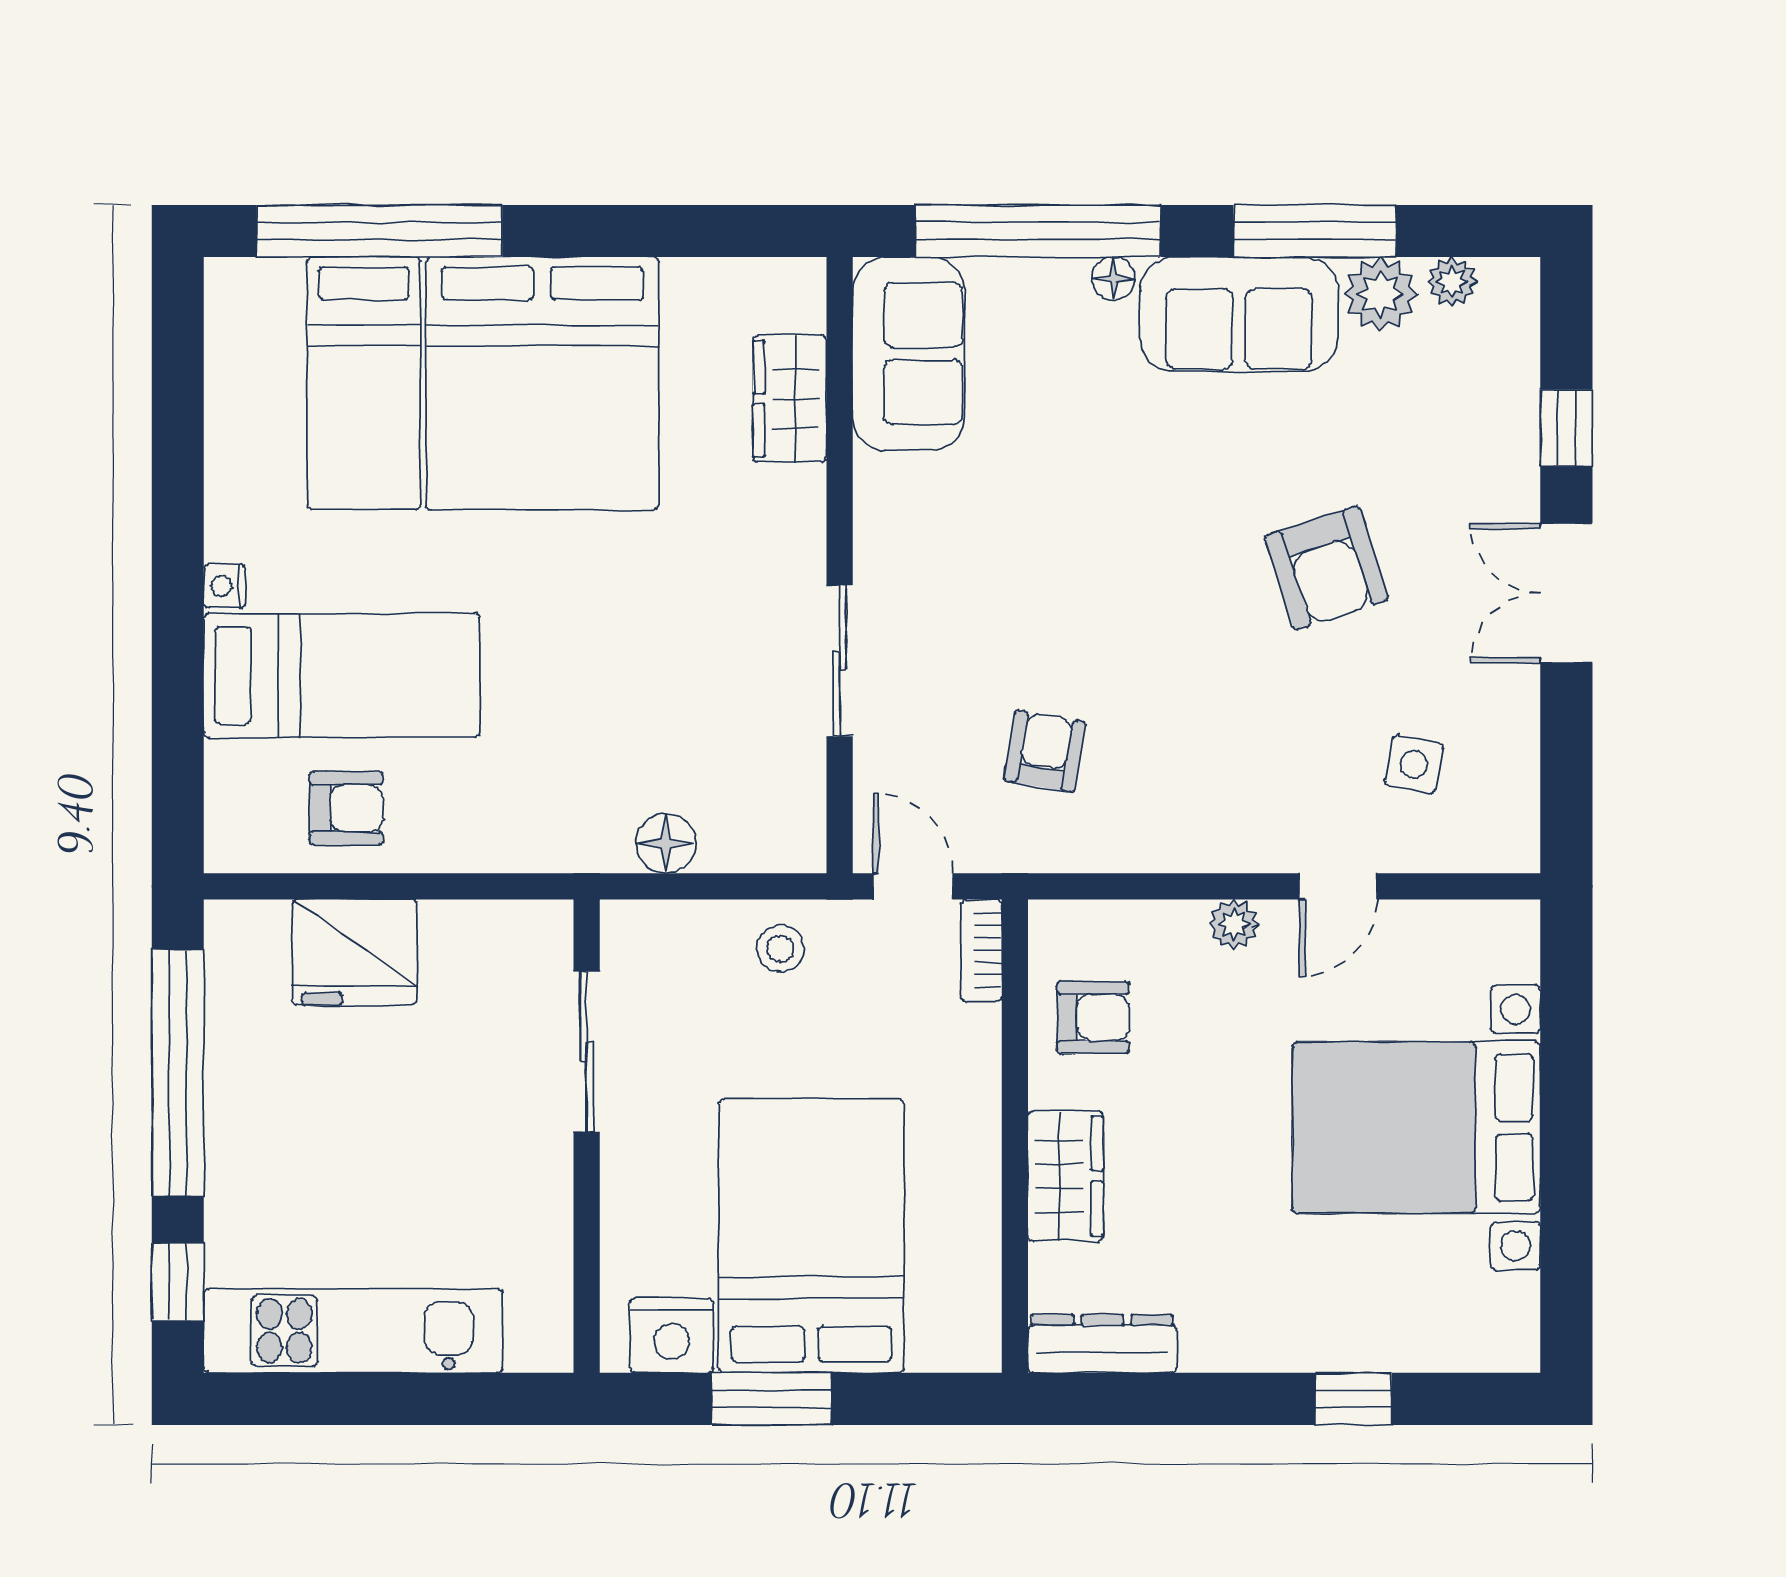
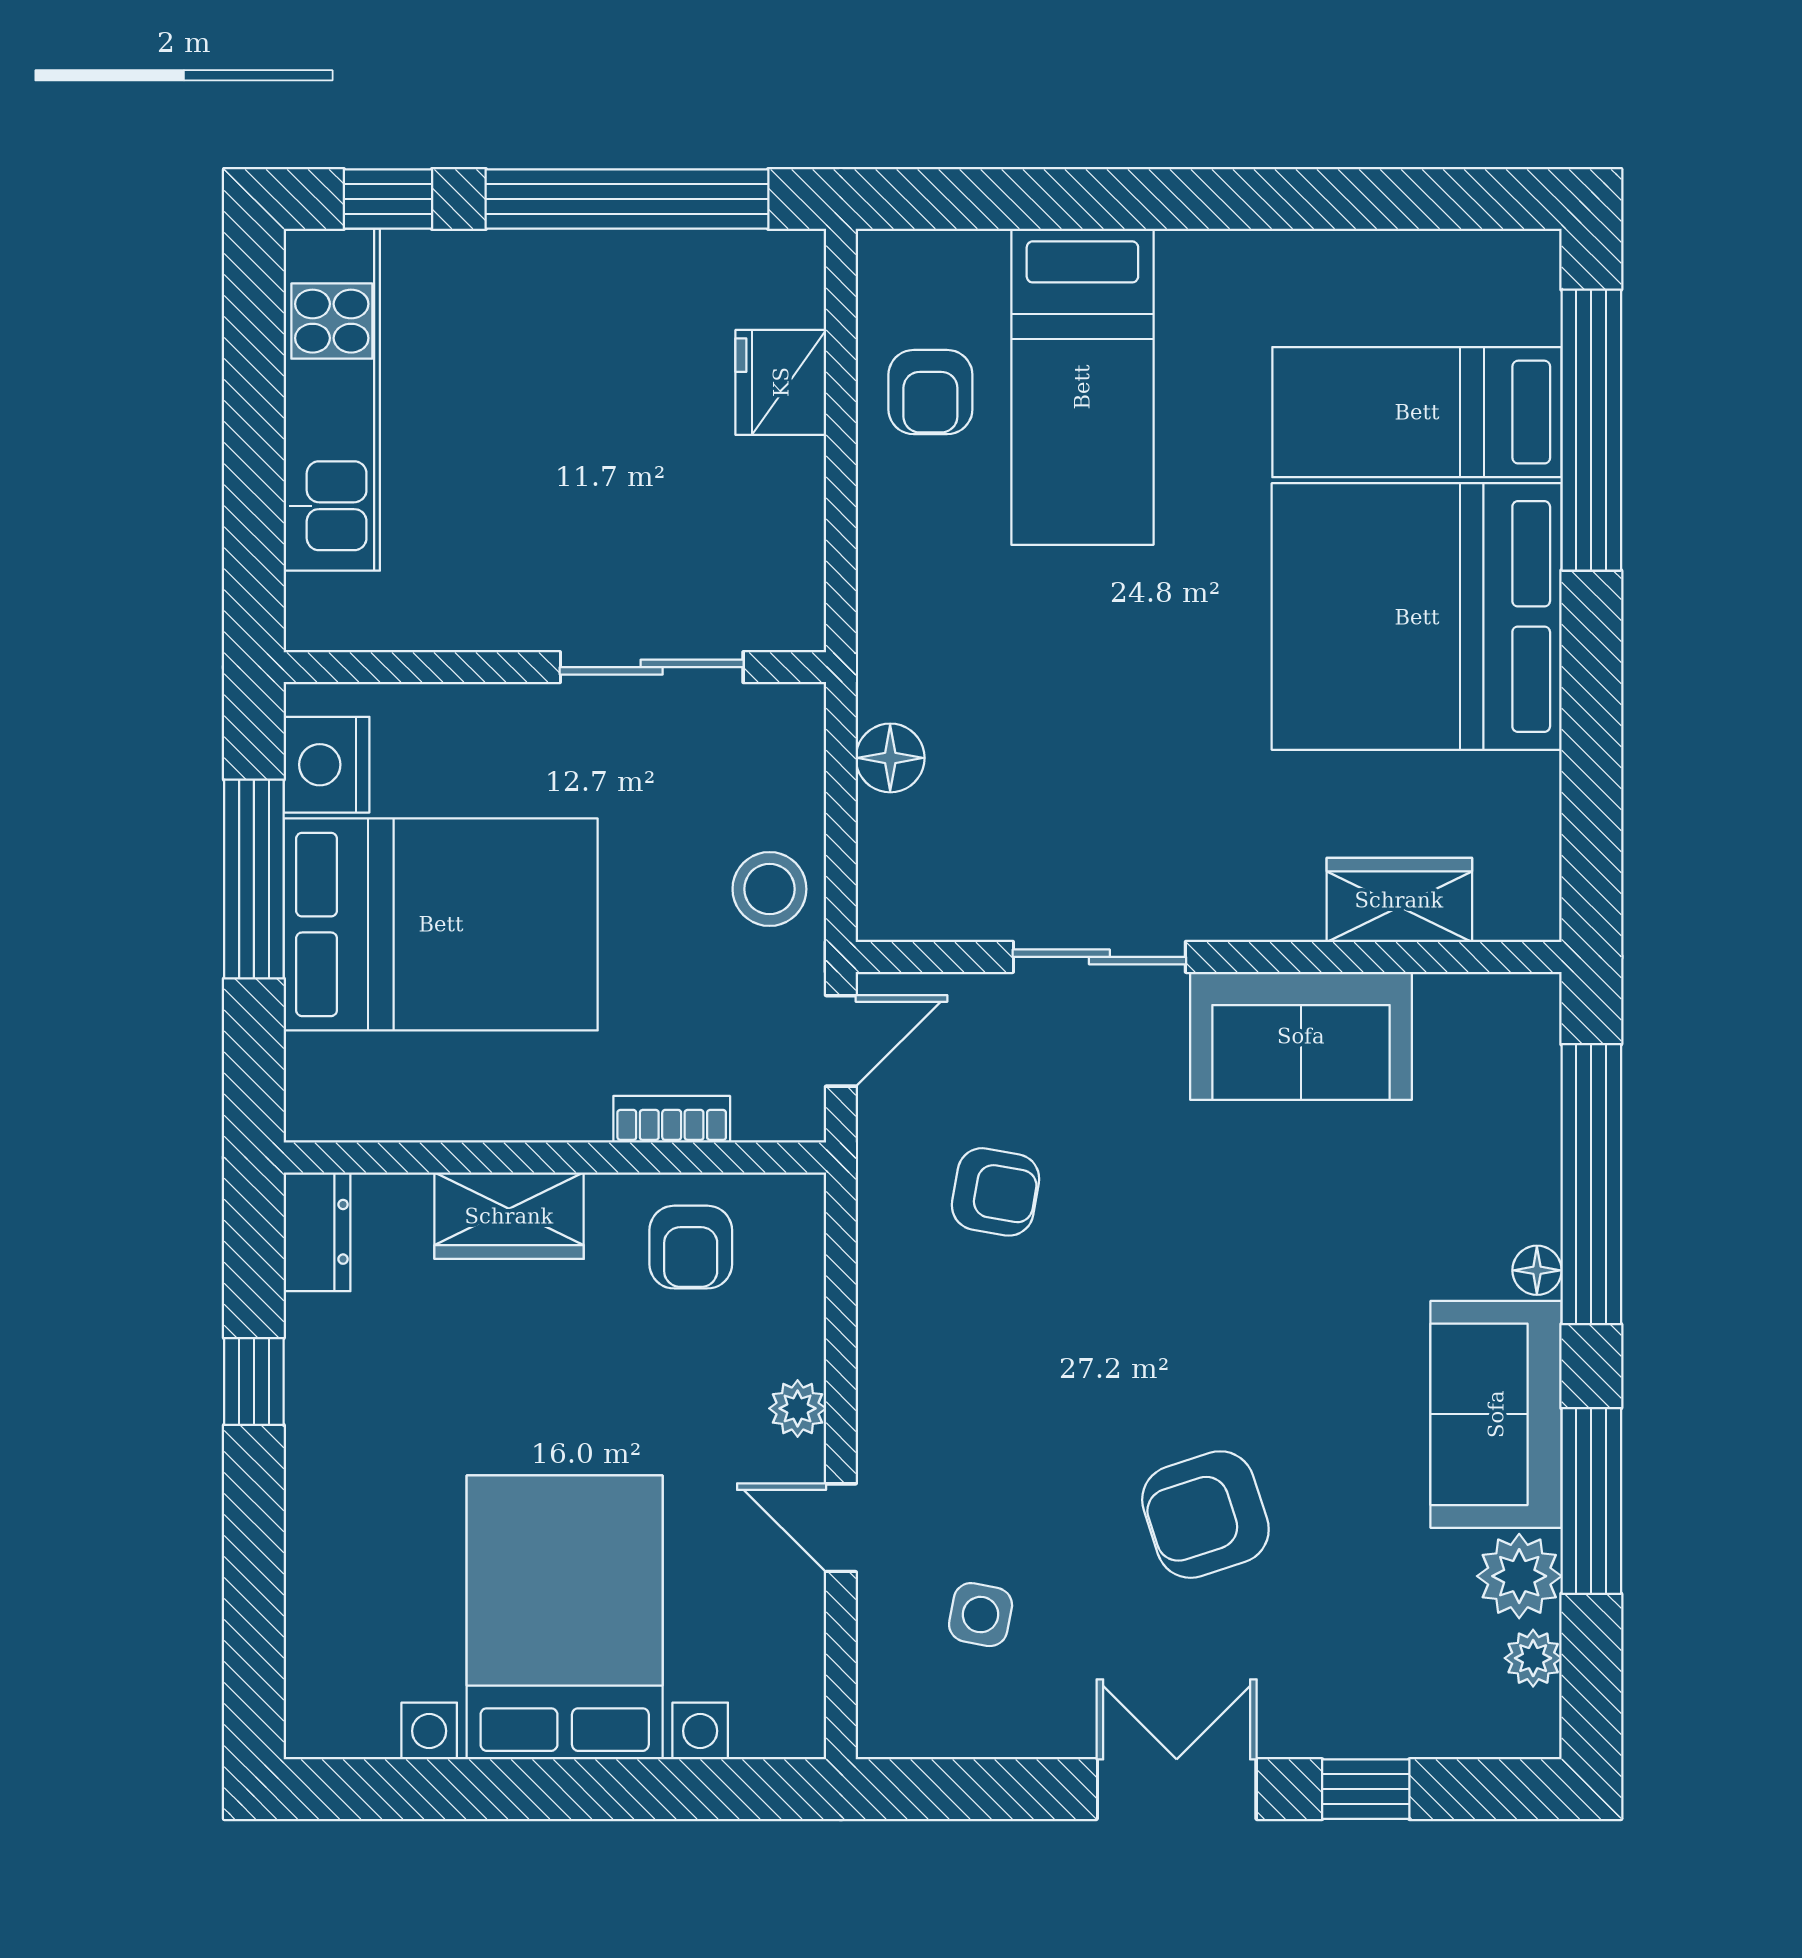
sofa: (909, 354) -> (1301, 1036), moved
nightstand: (225, 586) -> (1185, 253), removed
stool: (780, 949) -> (769, 889), width x1.37, depth x1.37
bookcase: (981, 950) -> (672, 1119), moved
fridge: (355, 952) -> (781, 382), width x0.73, depth x0.75
dresser: (1102, 1344) -> (317, 1232), width x0.70
window: (772, 1399) -> (254, 879), width x1.44
window: (1353, 1399) -> (254, 1381), moved

